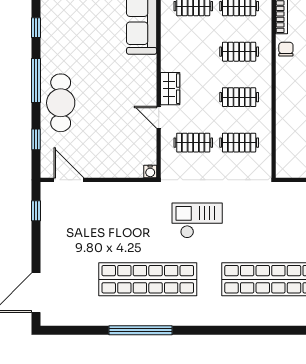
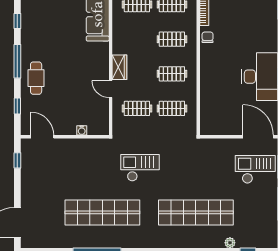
cafe table: (61, 103) -> (36, 78), width x0.73, depth x0.74
water cooler: (150, 171) -> (82, 130), moved

